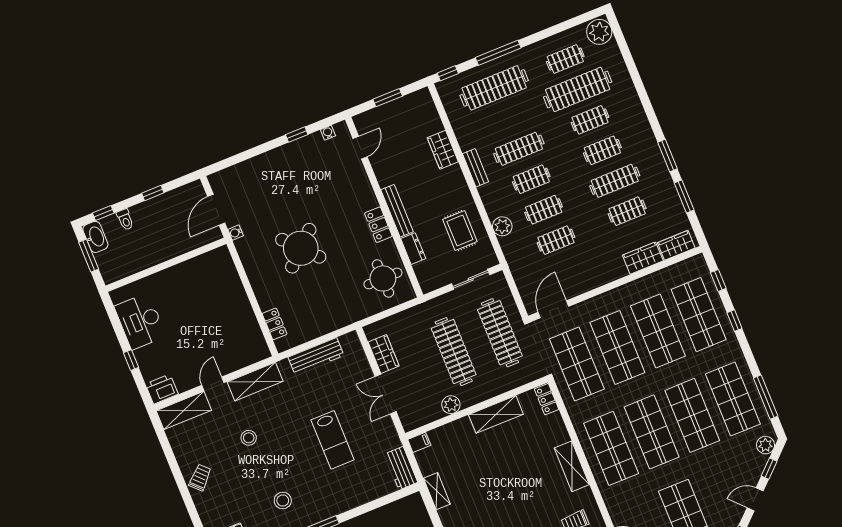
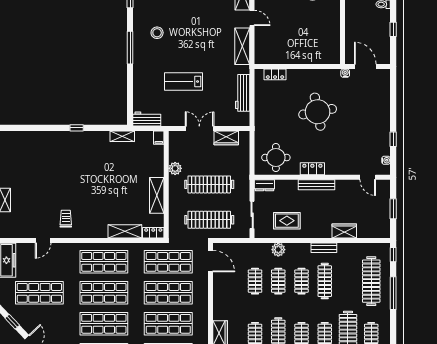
round table: (301, 248) -> (318, 112), turned 32
dresser: (413, 249) -> (264, 185), moved
stool: (249, 438) -> (207, 27), removed
shelving: (572, 466) -> (125, 231), moved

